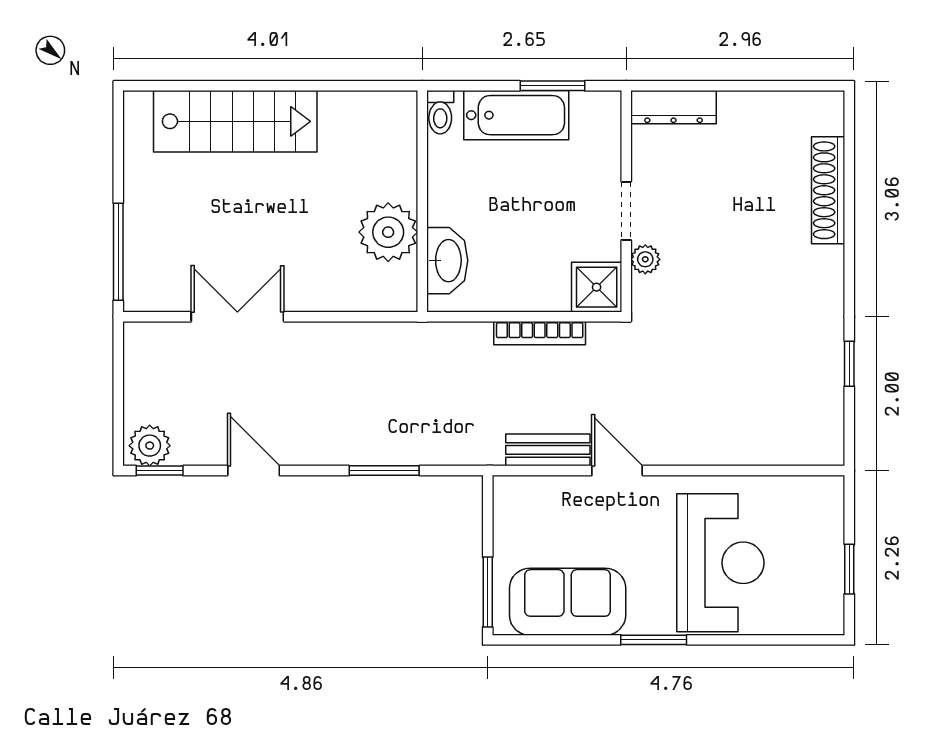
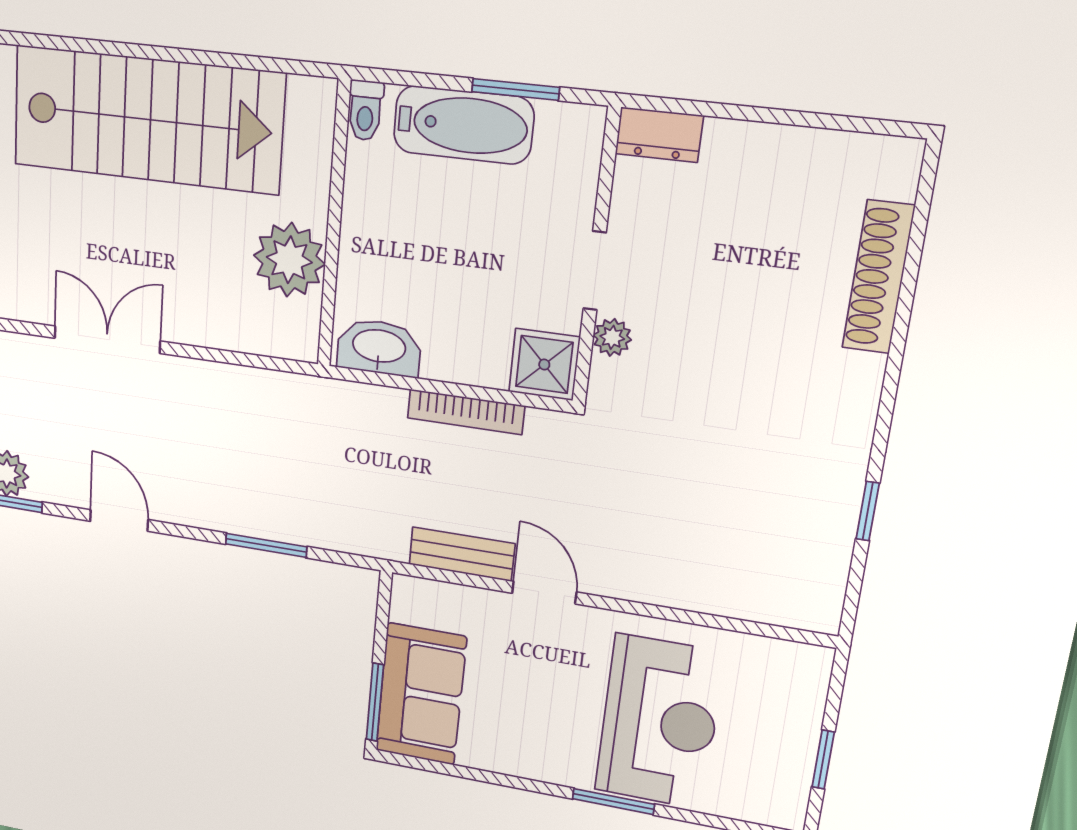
dresser: (673, 107) -> (659, 135), width x0.70
stairs: (235, 121) -> (147, 119), width x1.36, depth x1.51
washbasin: (447, 261) -> (379, 347), moved, turned -90
sofa: (568, 602) -> (421, 694), moved, turned 90
window: (654, 640) -> (613, 801), moved

